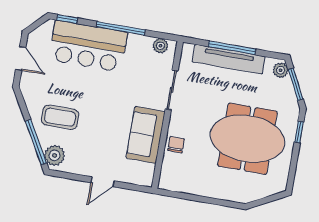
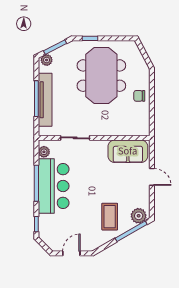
bar counter: (88, 46) -> (54, 186), moved
sofa: (146, 135) -> (128, 151), moved
chair: (176, 145) -> (139, 96), moved

